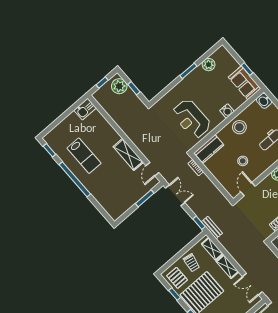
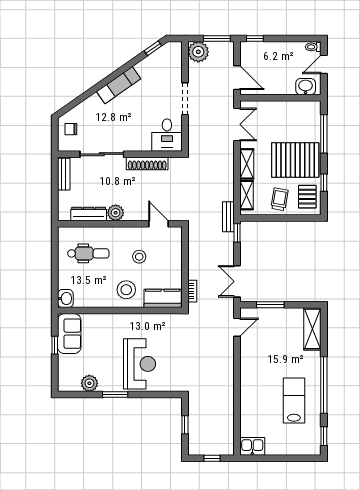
plant: (119, 86) -> (198, 440), removed
water cooler: (227, 111) -> (111, 321), removed
reception desk: (191, 119) -> (140, 364), moved
stool: (239, 127) -> (126, 290), moved
shelving: (128, 154) -> (312, 329), moved
door: (248, 189) -> (159, 224), swing flipped

